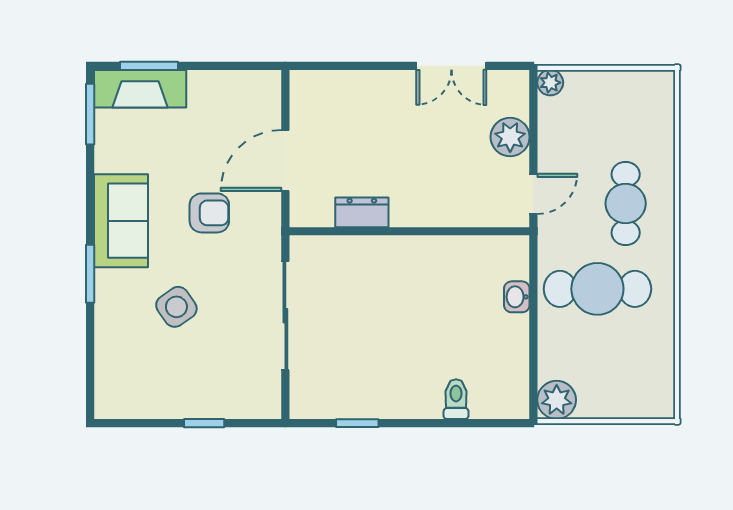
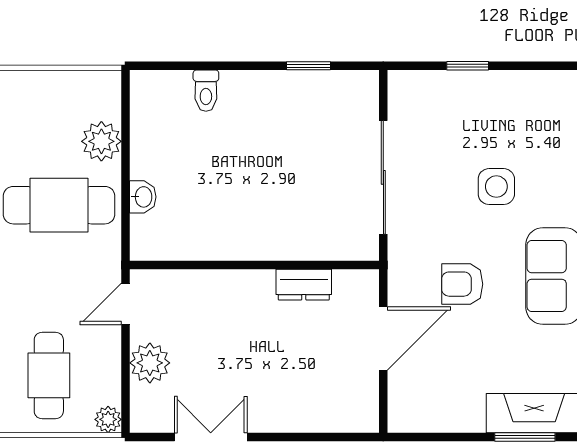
cafe table: (626, 203) -> (49, 375), moved
side table: (176, 307) -> (496, 187), turned 35
plant: (557, 400) -> (101, 141), moved

